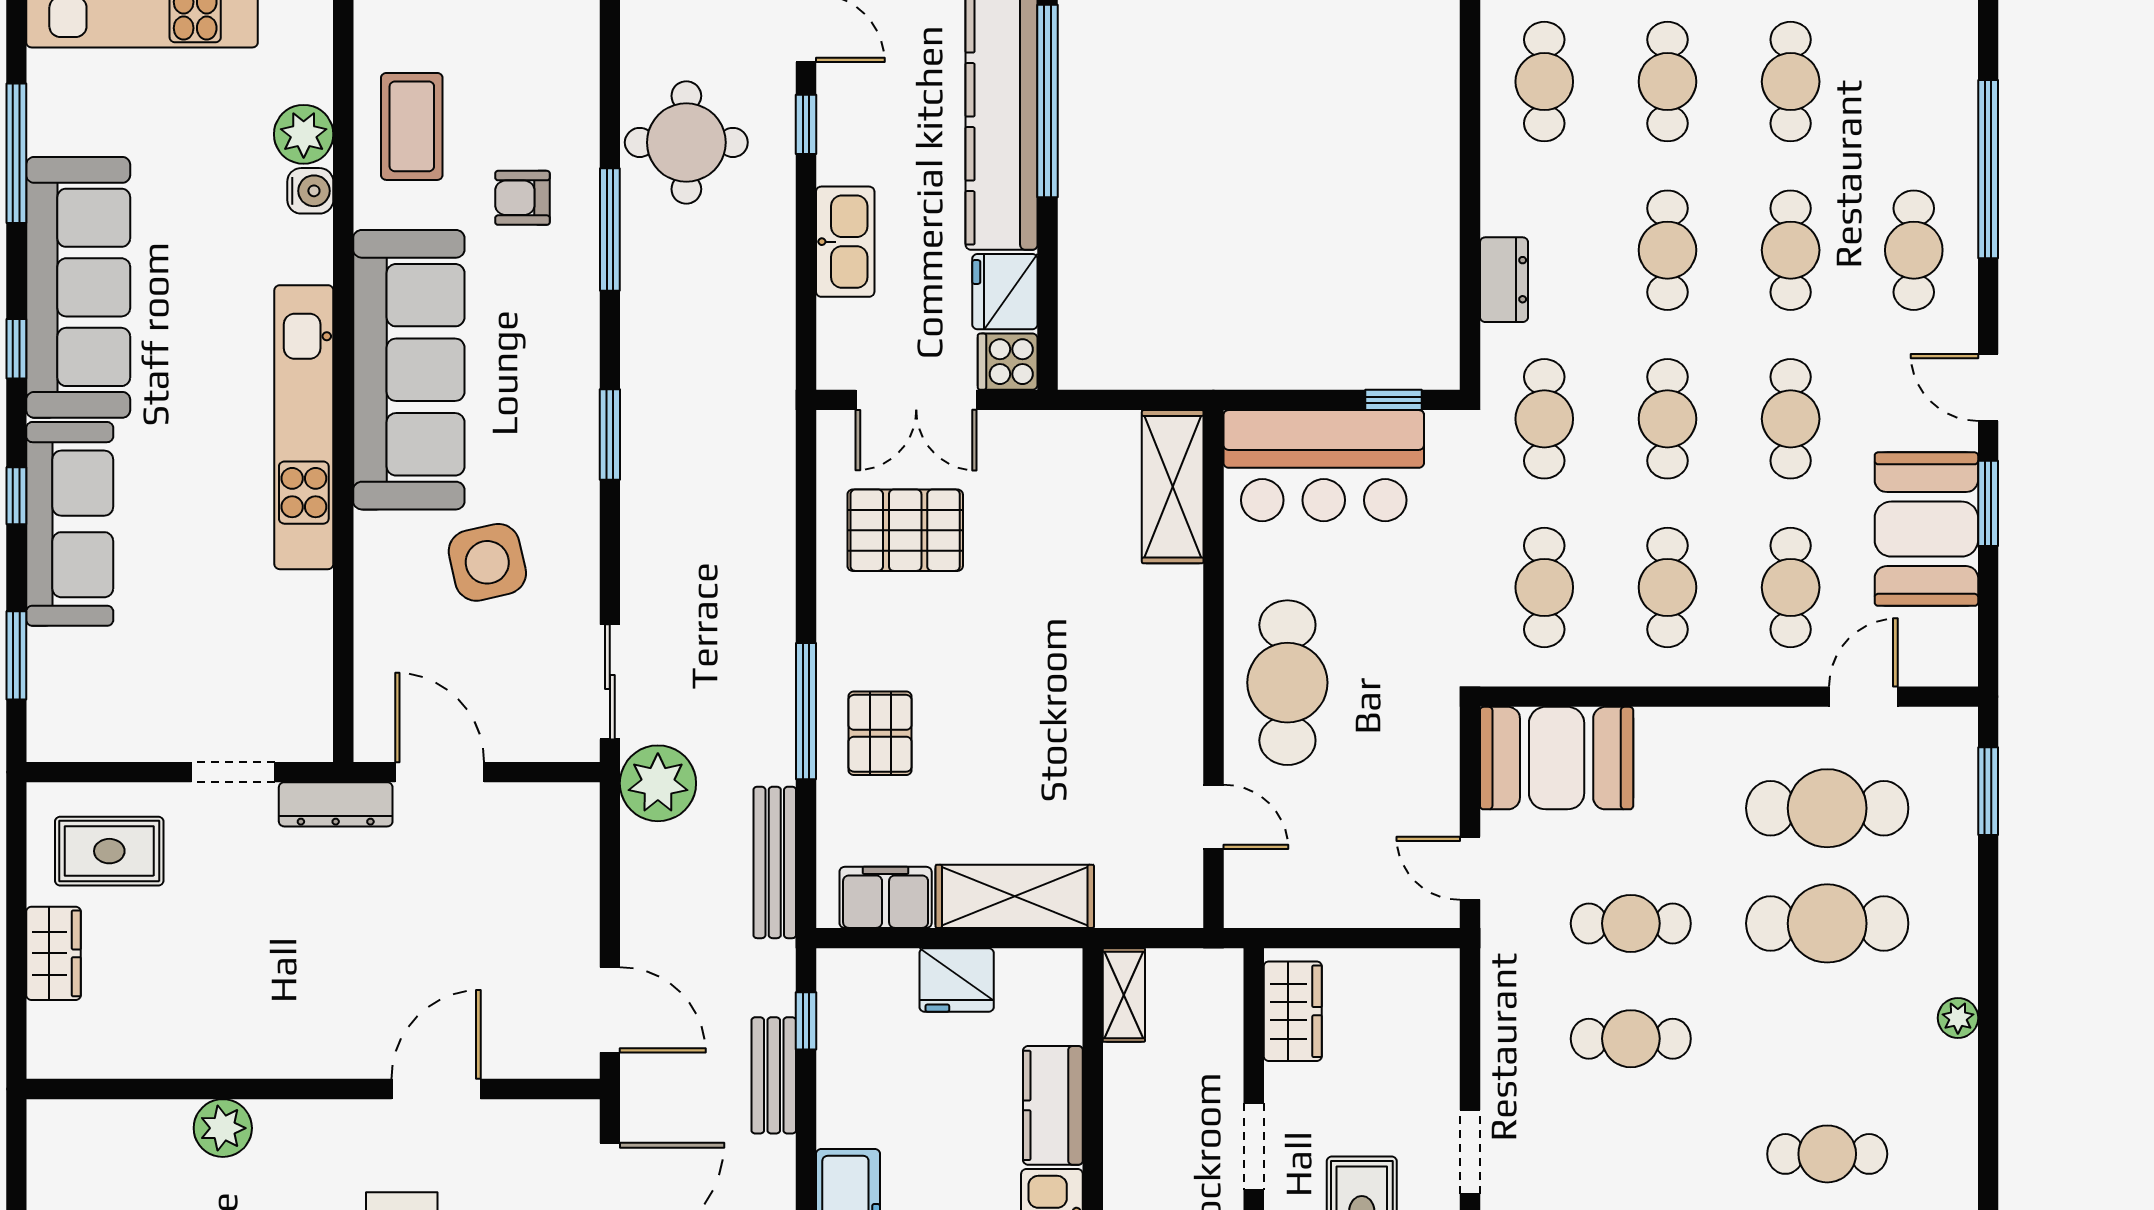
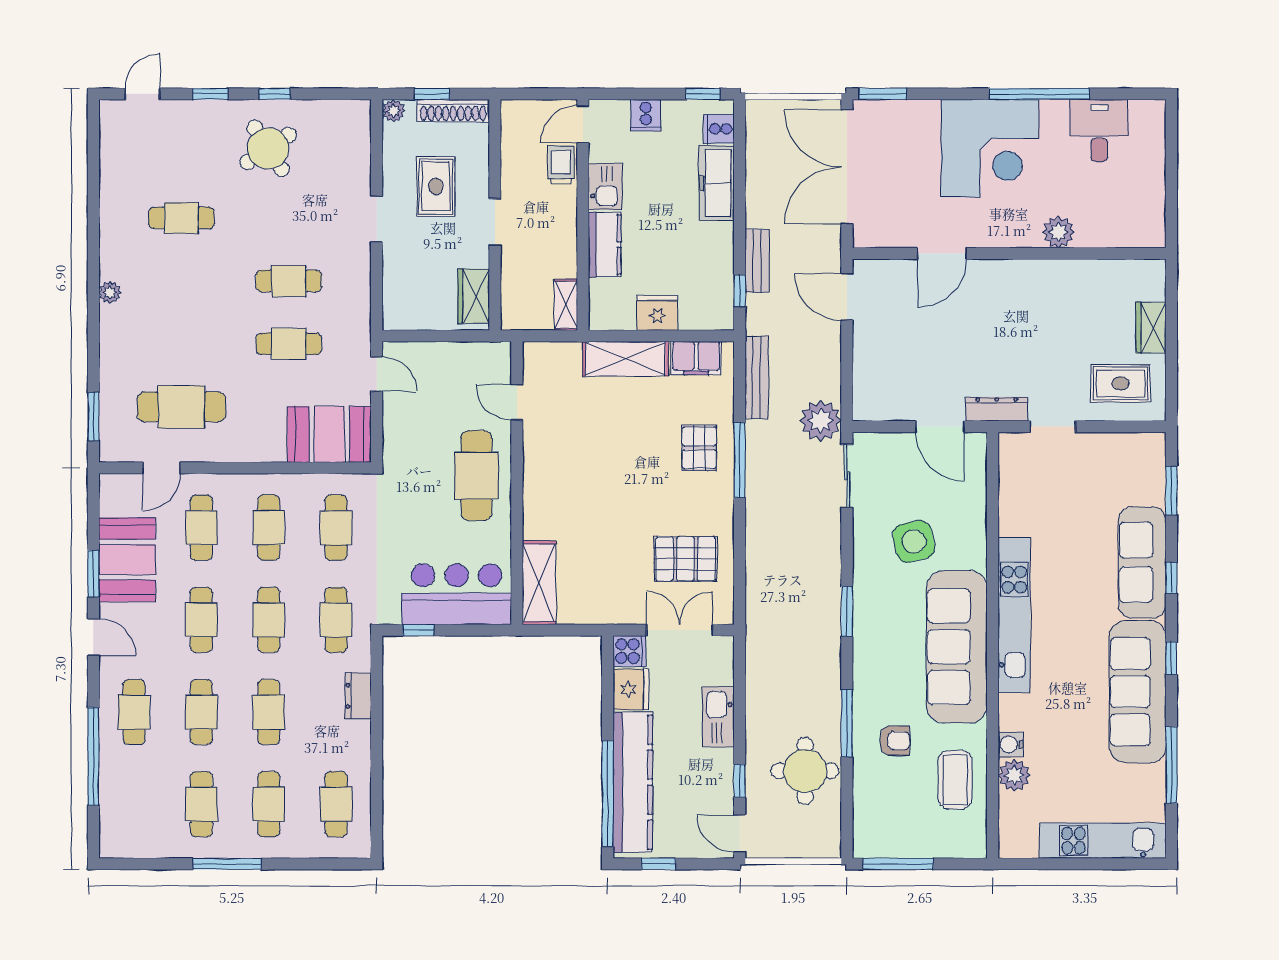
cafe table: (1827, 923) -> (181, 344), removed

